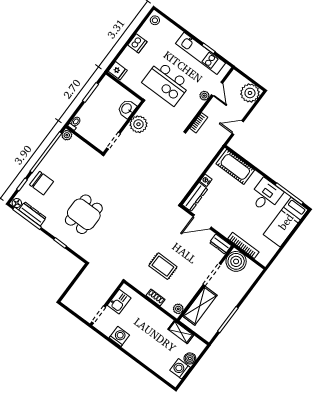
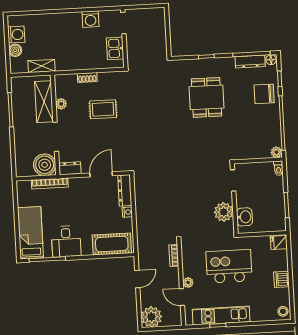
plant: (178, 309) -> (61, 104), moved

